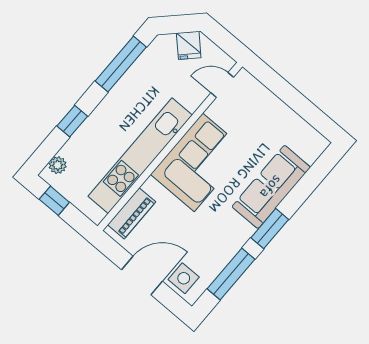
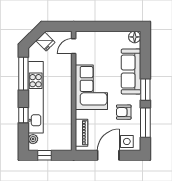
floor lamp: (317, 144) -> (135, 37), added
kitchen unit: (140, 156) -> (36, 97), moved, turned 180
armchair: (214, 234) -> (124, 112), added

